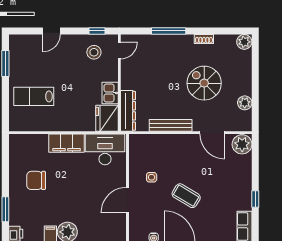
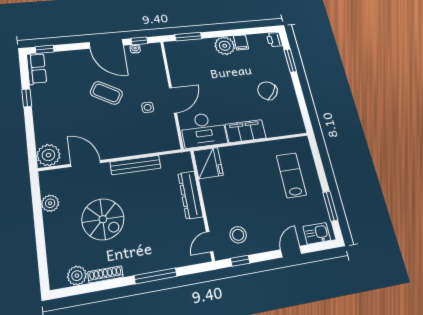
shoe rack: (204, 39) -> (105, 274), width x1.43
plant: (244, 42) -> (77, 276), moved
kitchen sink: (110, 93) -> (317, 233), moved, turned -90
lab bench: (34, 96) -> (291, 175), turned -90
dresser: (128, 111) -> (190, 195), moved
chair: (36, 180) -> (267, 91), turned -142
door: (128, 200) -> (173, 100), moved

